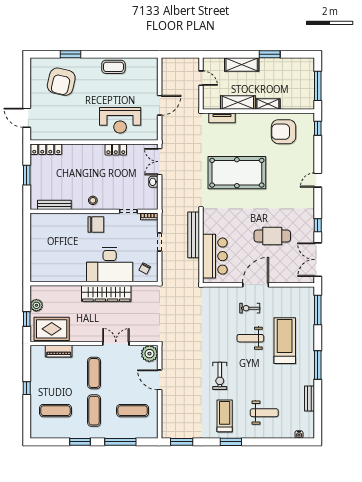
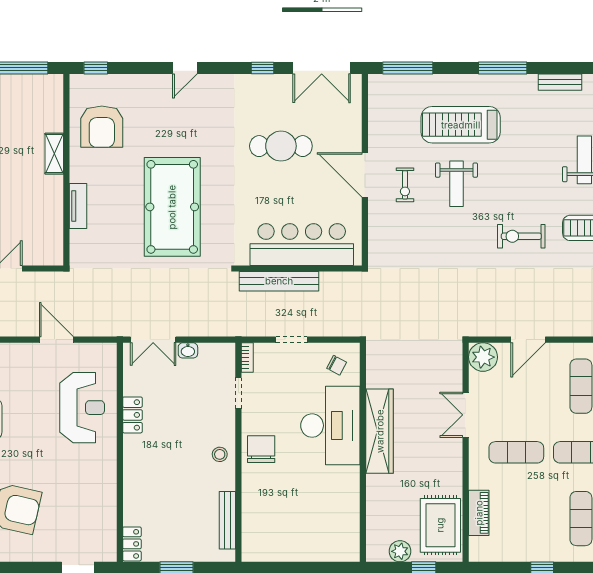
shelving: (238, 103) -> (52, 205), removed
tv unit: (222, 118) -> (78, 206), moved
locker: (46, 149) -> (132, 544), width x0.66
door: (318, 180) -> (185, 68), hinge flipped
cafe table: (272, 236) -> (281, 146), turned 90
bar counter: (215, 256) -> (302, 245), width x1.36
exercise bike: (220, 376) -> (521, 236), turned 180

